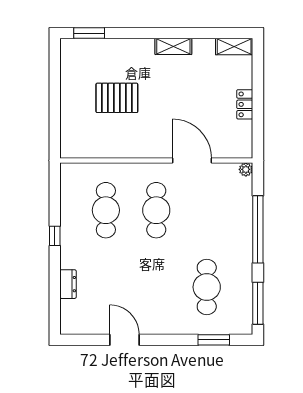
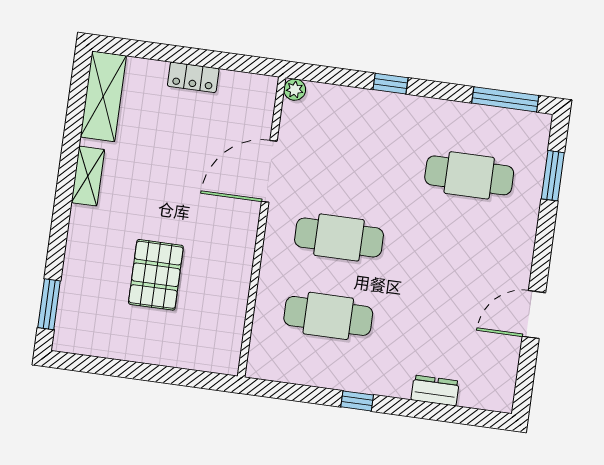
shelving: (234, 47) -> (103, 96), width x1.50, depth x1.33
window: (258, 229) -> (390, 84), width x0.32

